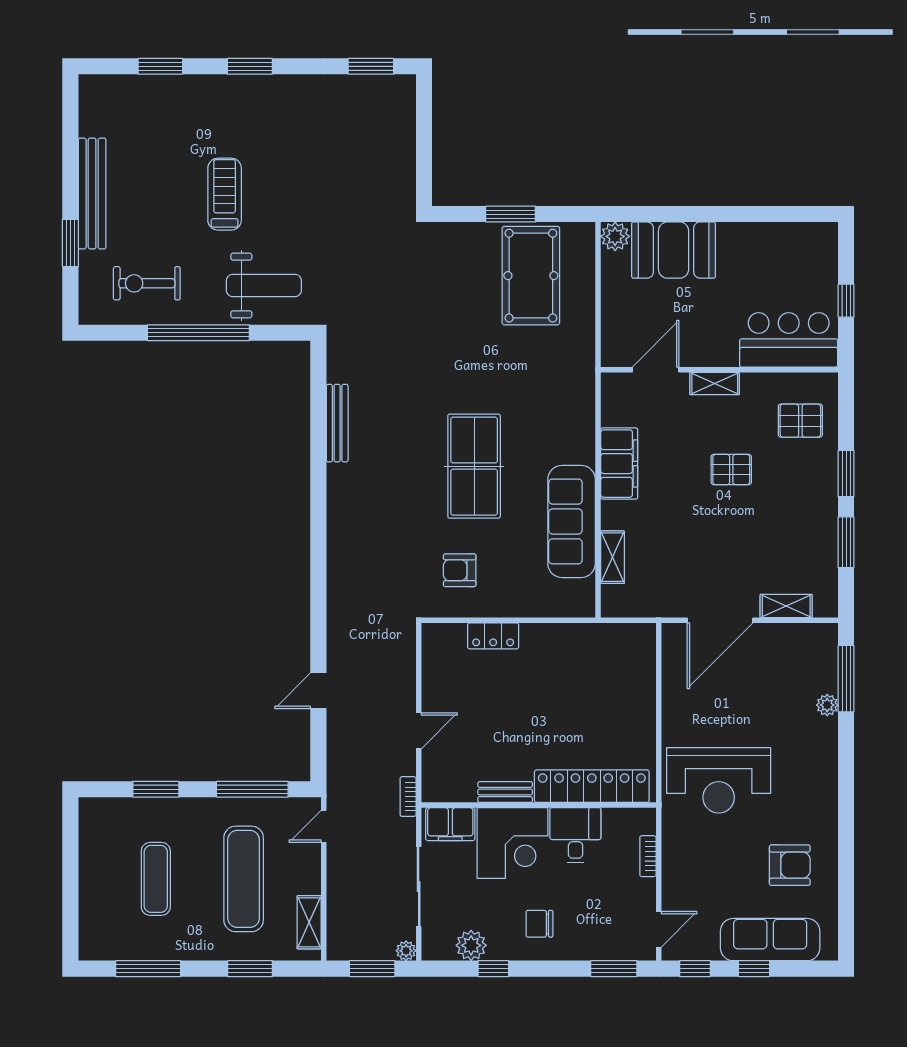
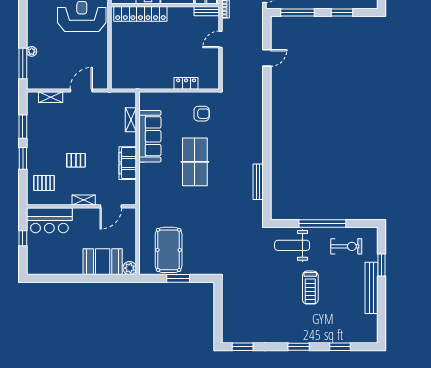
door: (720, 620) -> (81, 91), width x0.73
bench: (505, 792) -> (207, 11), moved

